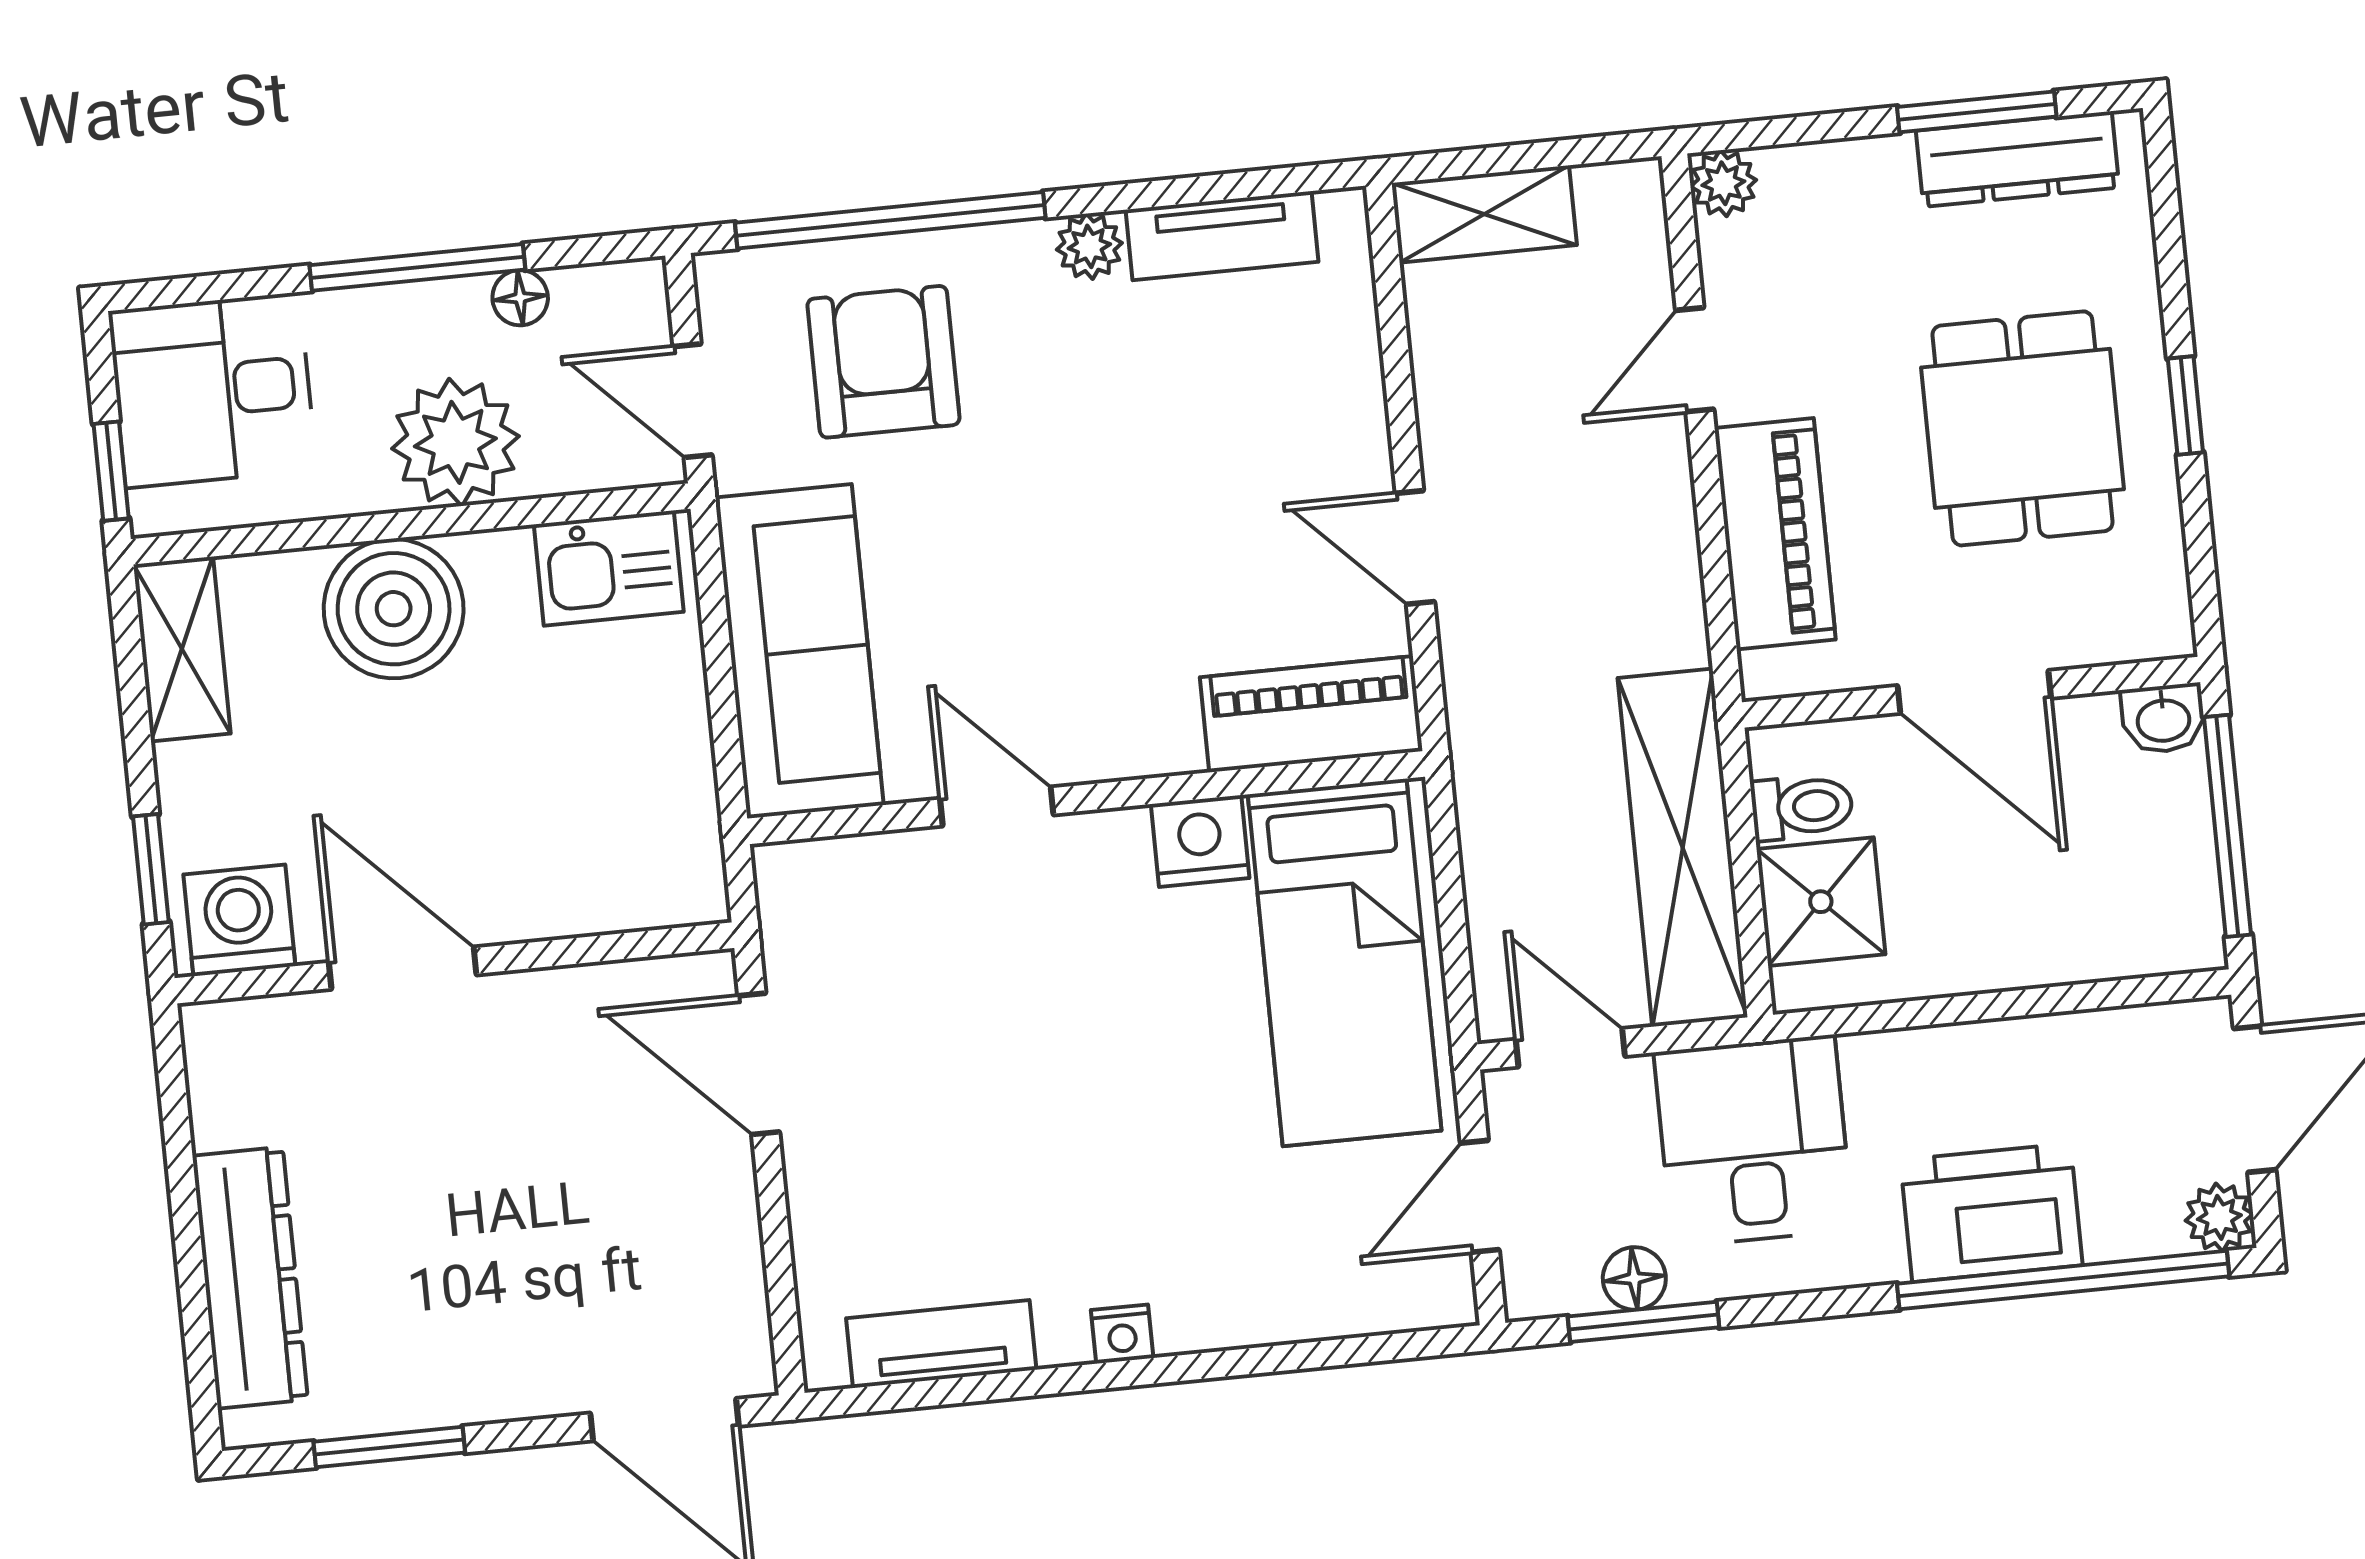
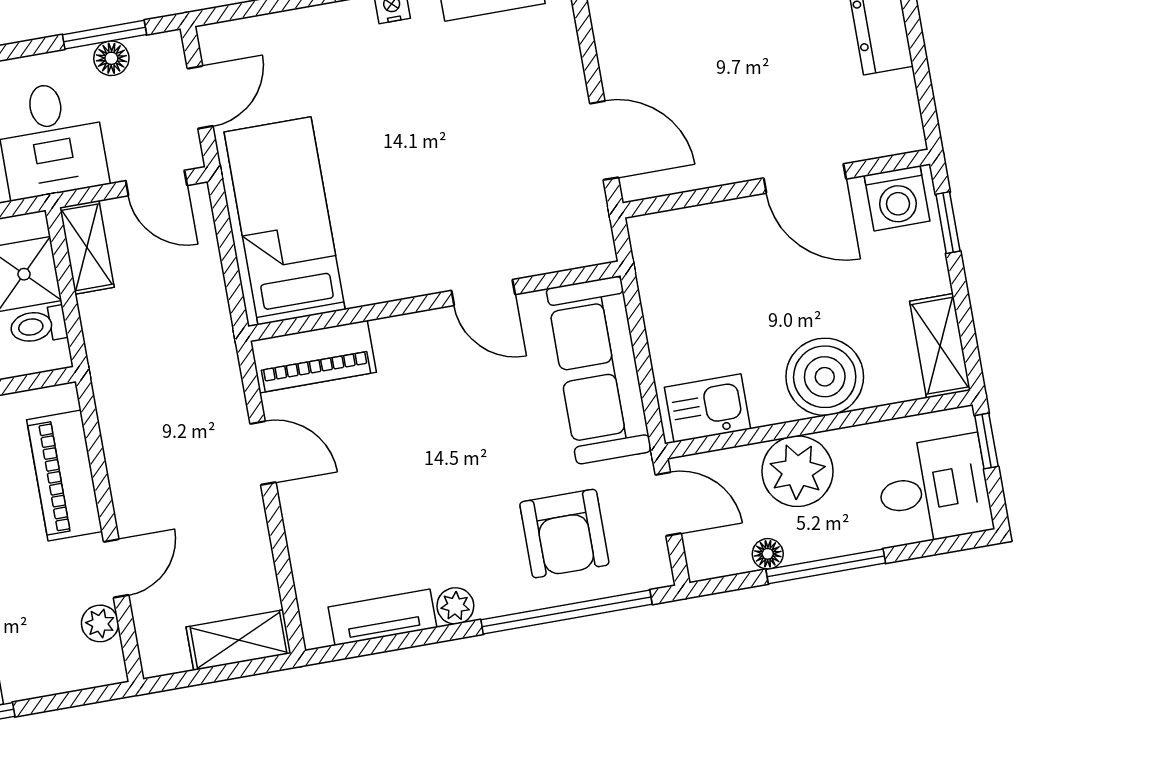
plant: (1723, 183) -> (100, 623), moved
nightstand: (1200, 841) -> (369, 282), removed
shelving: (1683, 848) -> (87, 247), width x0.45, depth x0.75

